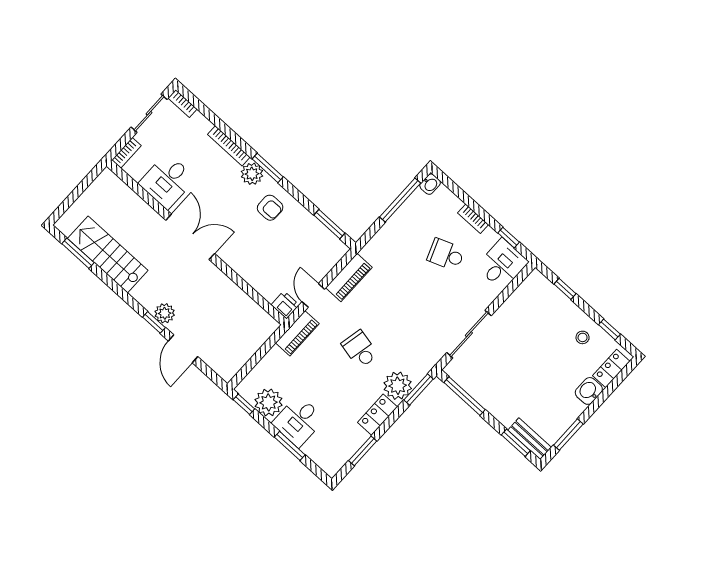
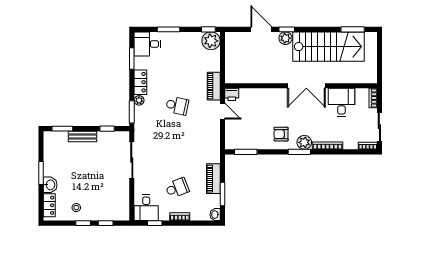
window: (400, 200) -> (222, 194), width x0.69
stairs: (108, 254) -> (329, 47), width x1.36, depth x1.51
piano: (349, 278) -> (213, 179), moved
window: (609, 329) -> (83, 223), moved
plant: (398, 386) -> (139, 100), width x0.53, depth x0.53
window: (464, 396) -> (107, 129), width x0.46
plant: (268, 402) -> (211, 41), moved
desk: (298, 421) -> (147, 44), moved, turned -90
window: (568, 435) -> (41, 173), moved
bench: (530, 439) -> (83, 136), moved

